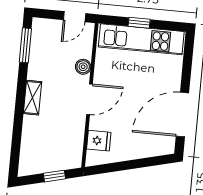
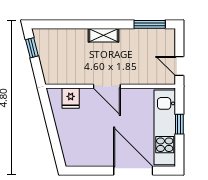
boiler: (83, 67) -> (135, 78), removed
door: (182, 115) -> (133, 171), moved
window: (54, 176) -> (32, 48), moved

